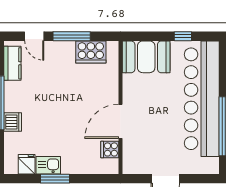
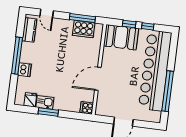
window: (72, 36) -> (82, 18), moved
window: (156, 36) -> (129, 24), added
cooker: (110, 149) -> (87, 108), moved

